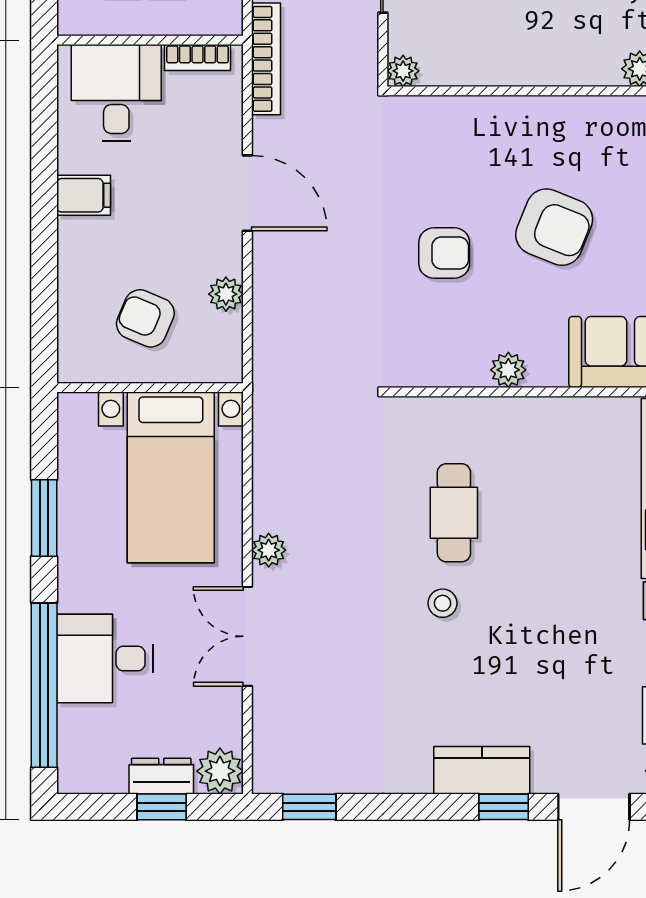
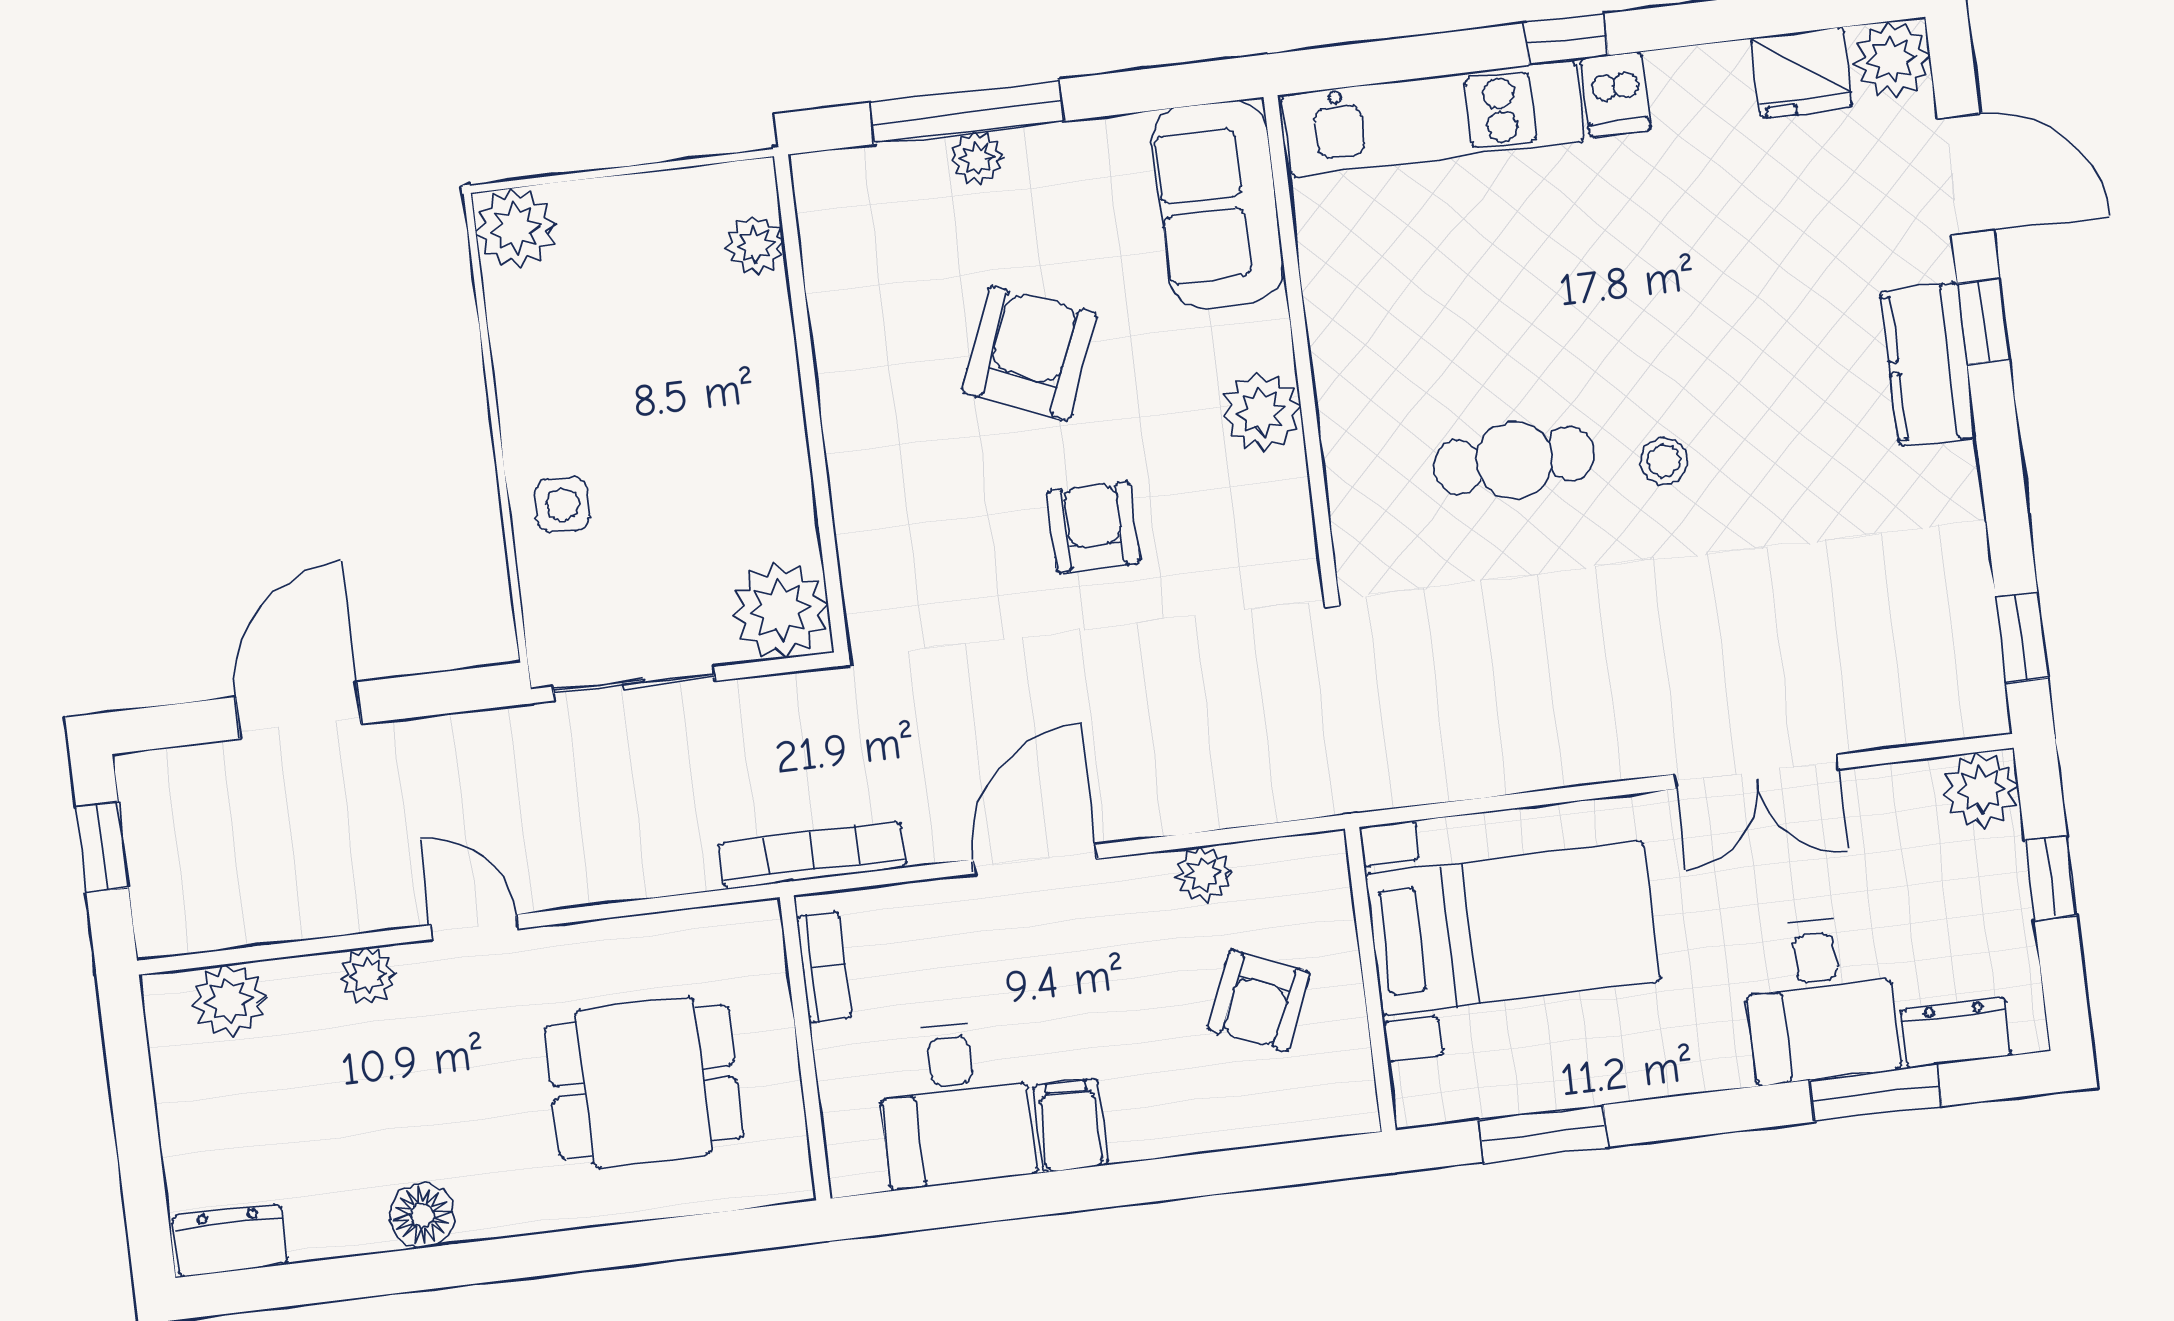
plant: (403, 71) -> (780, 610), width x1.87, depth x1.87
desk: (116, 93) -> (955, 1104), moved, turned -90
plant: (508, 370) -> (1262, 412), width x1.38, depth x1.38
window: (44, 518) -> (1544, 1133), moved
plant: (269, 550) -> (1612, 754), removed
window: (44, 685) -> (1876, 1093), width x0.47
dresser: (161, 776) -> (1956, 1033), moved, turned 90

